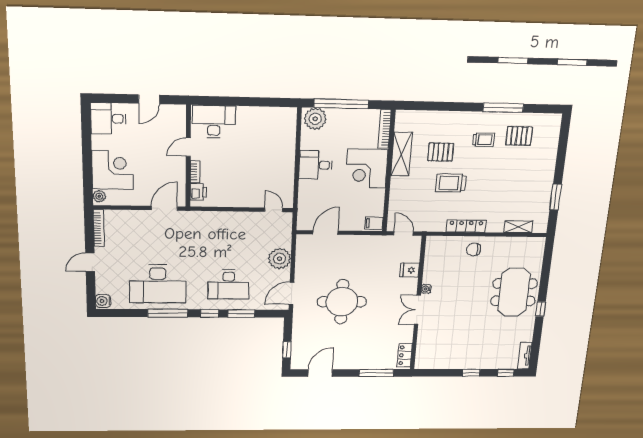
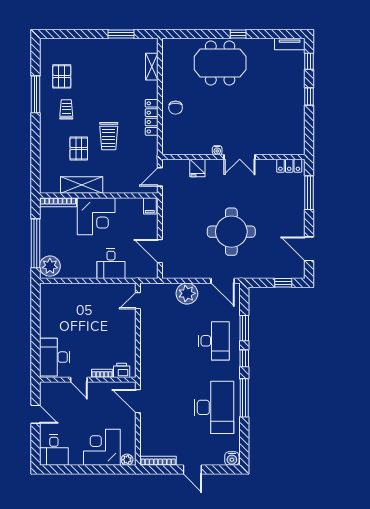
desk: (316, 165) -> (111, 264), moved

